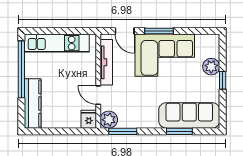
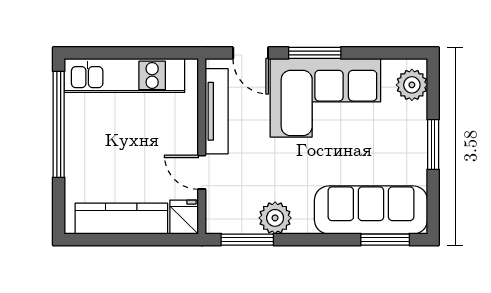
plant: (211, 67) -> (412, 85), moved
window: (223, 80) -> (433, 145), width x1.50
kitchen counter: (33, 104) -> (121, 219), moved, turned -90
plant: (109, 120) -> (275, 218), moved
window: (179, 131) -> (385, 240), moved

